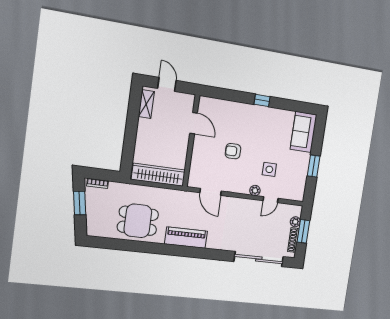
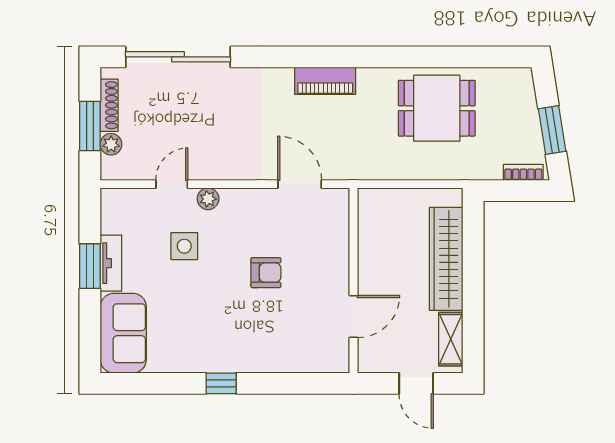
door: (194, 123) -> (354, 316), swing flipped
tv unit: (304, 166) -> (111, 263), added
wardrobe: (158, 175) -> (446, 259), moved, turned 90
piano: (186, 238) -> (325, 81), width x0.73, depth x0.75

